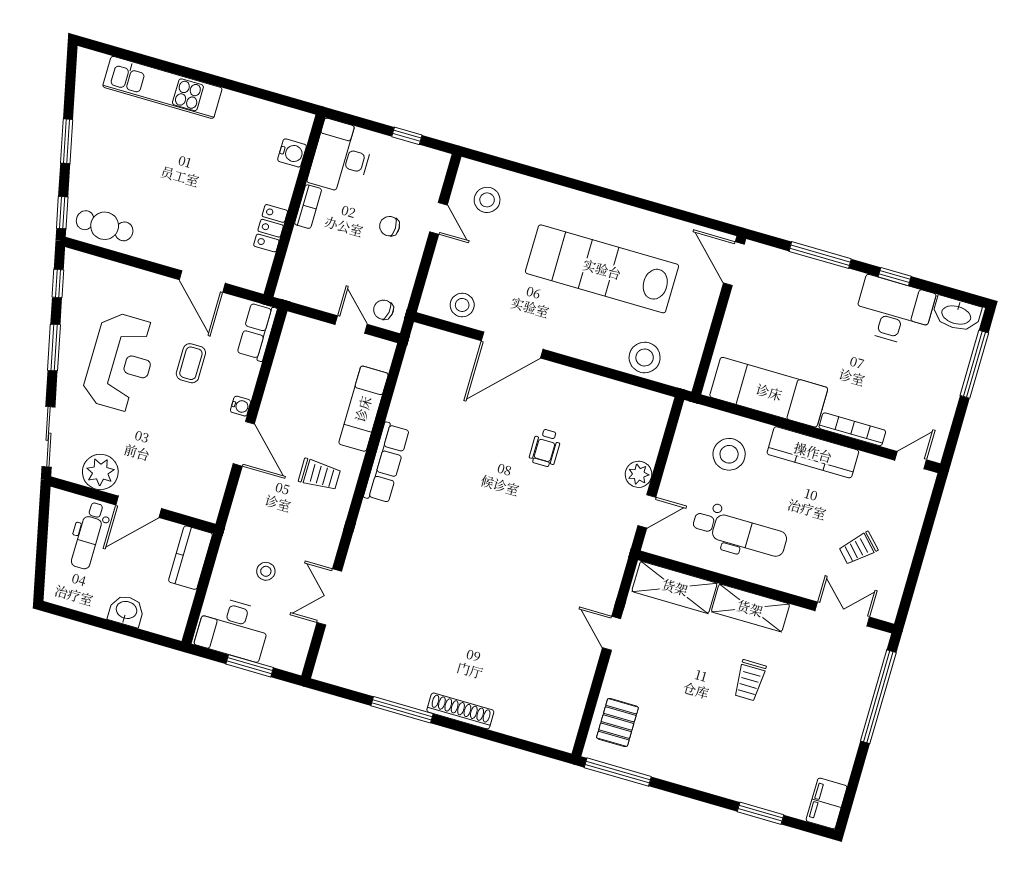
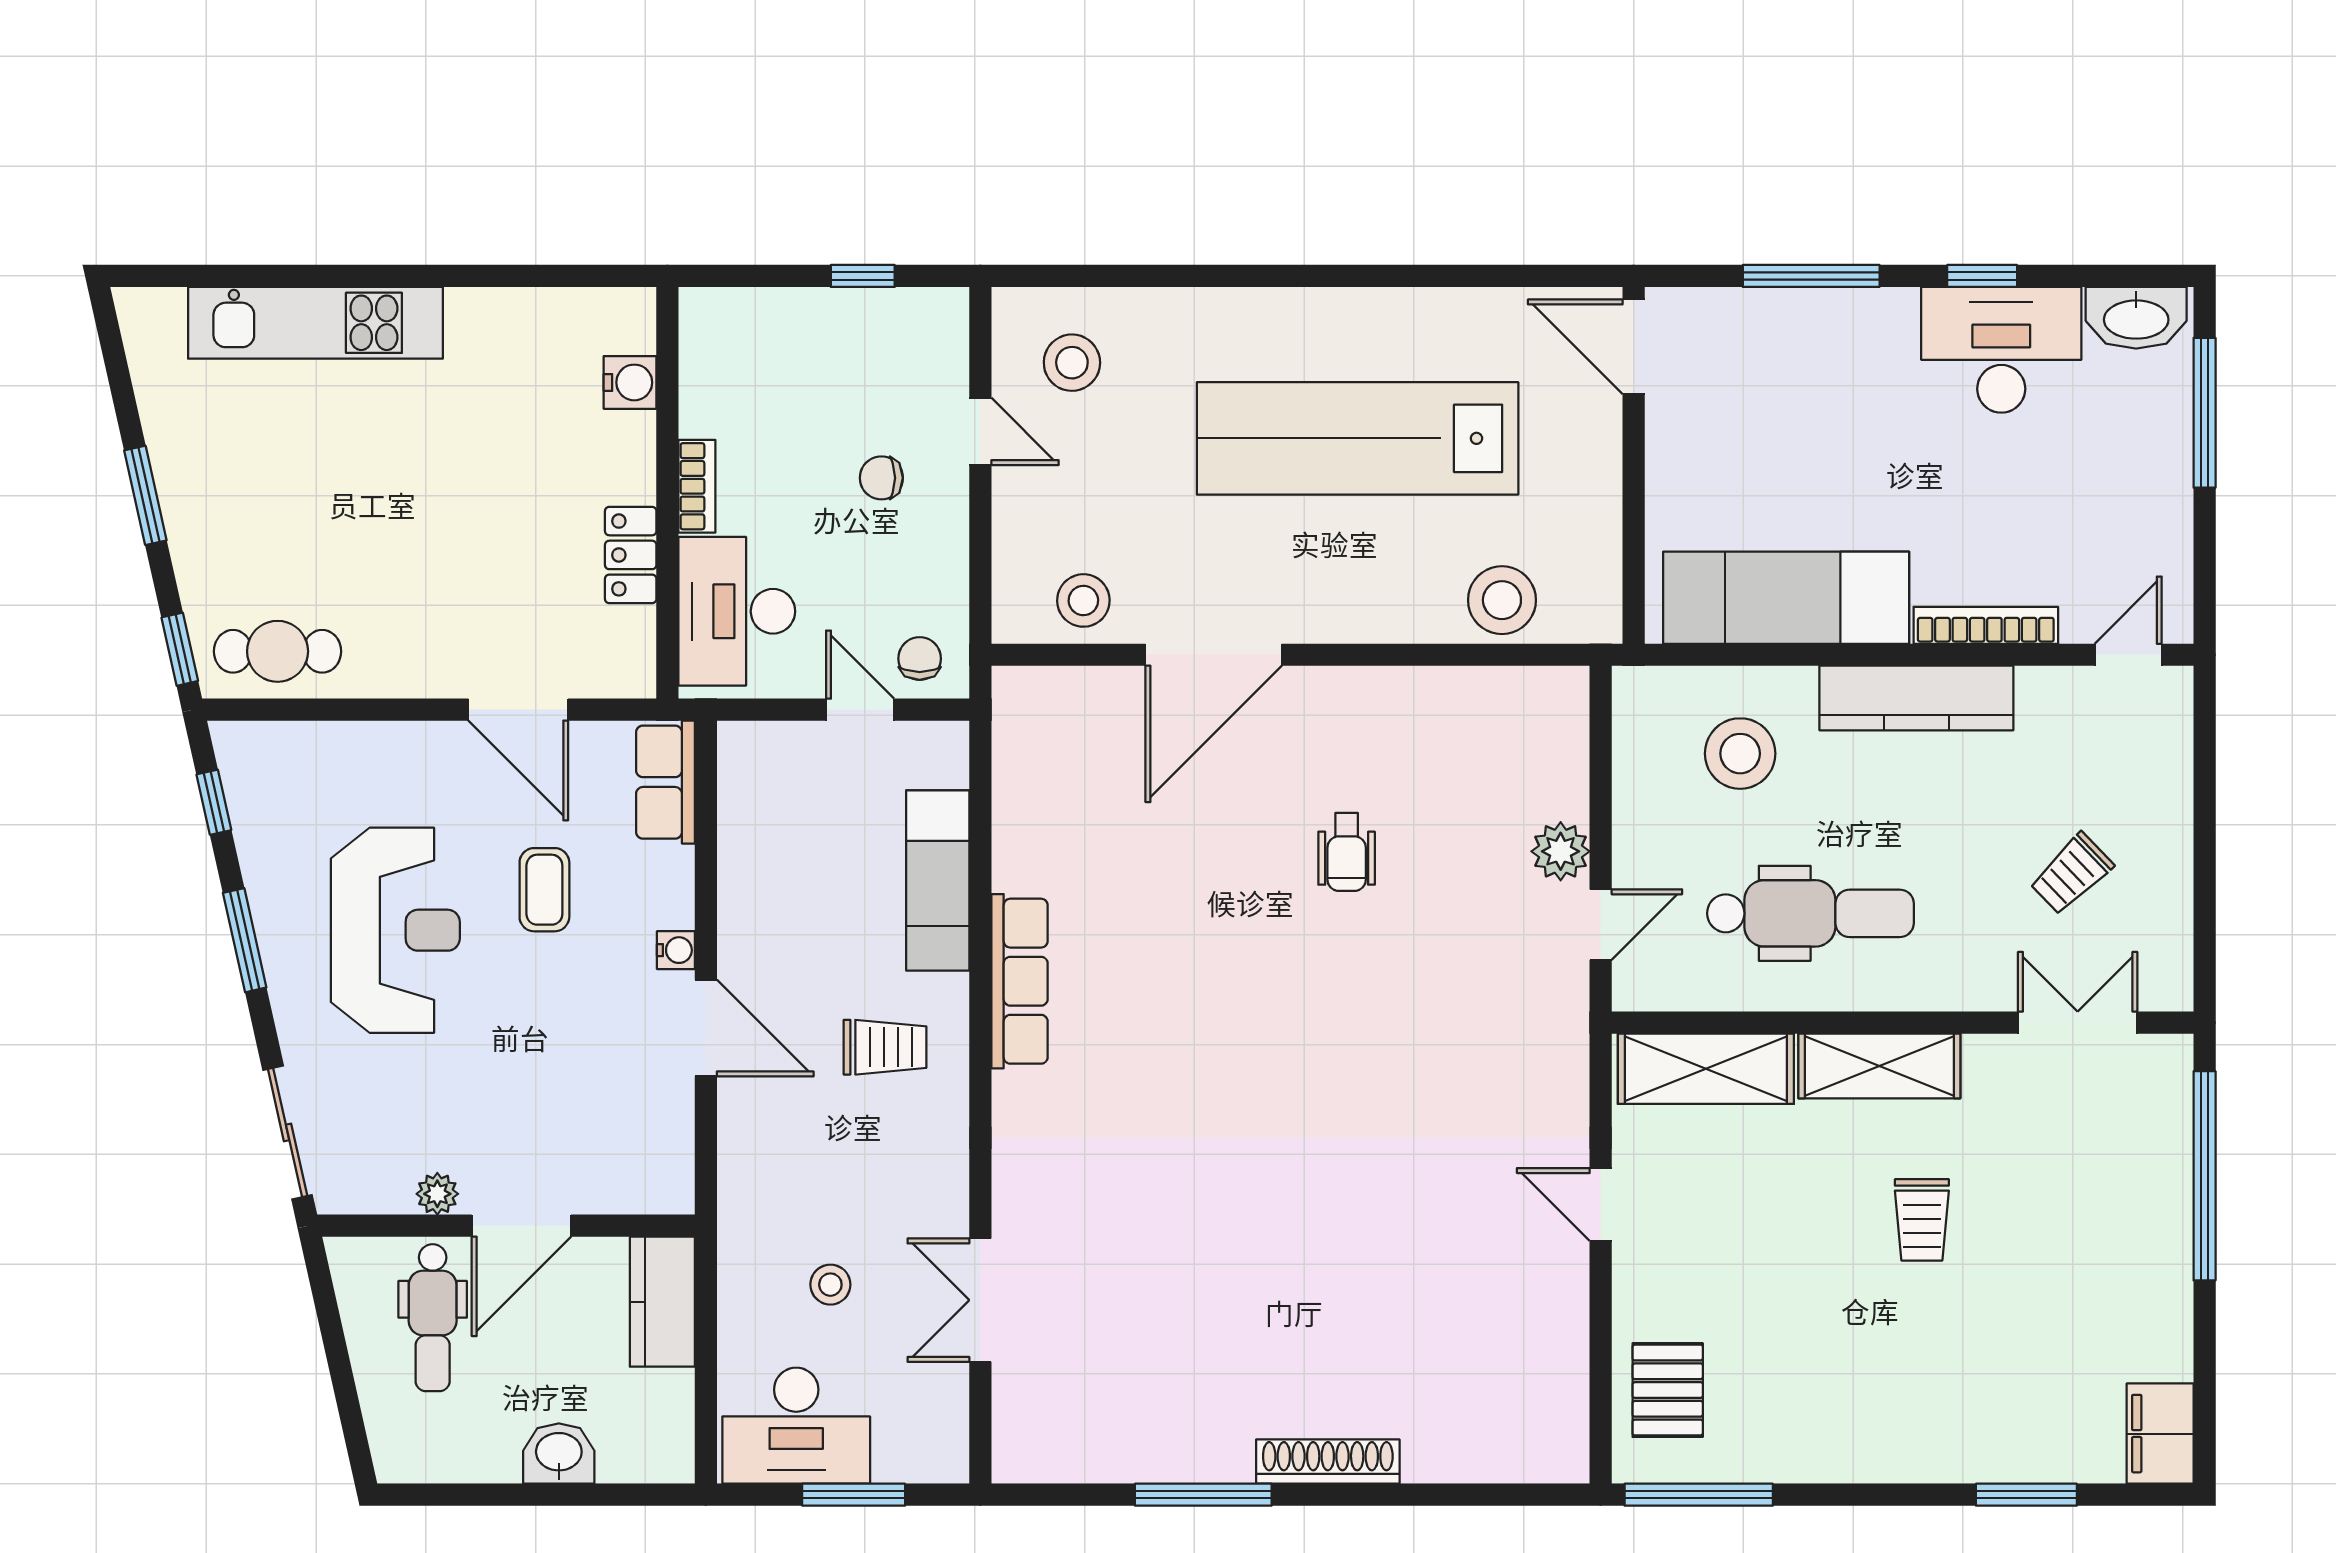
desk: (341, 157) -> (737, 611), moved
chair: (383, 310) -> (920, 659), turned 80
plant: (100, 472) -> (437, 1194), width x0.53, depth x0.53

